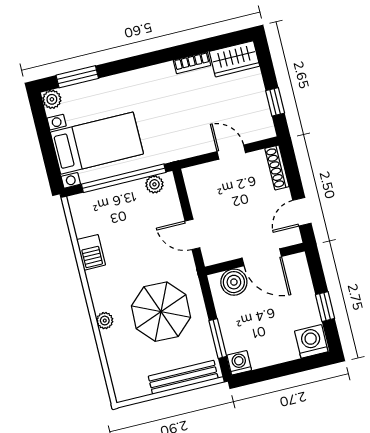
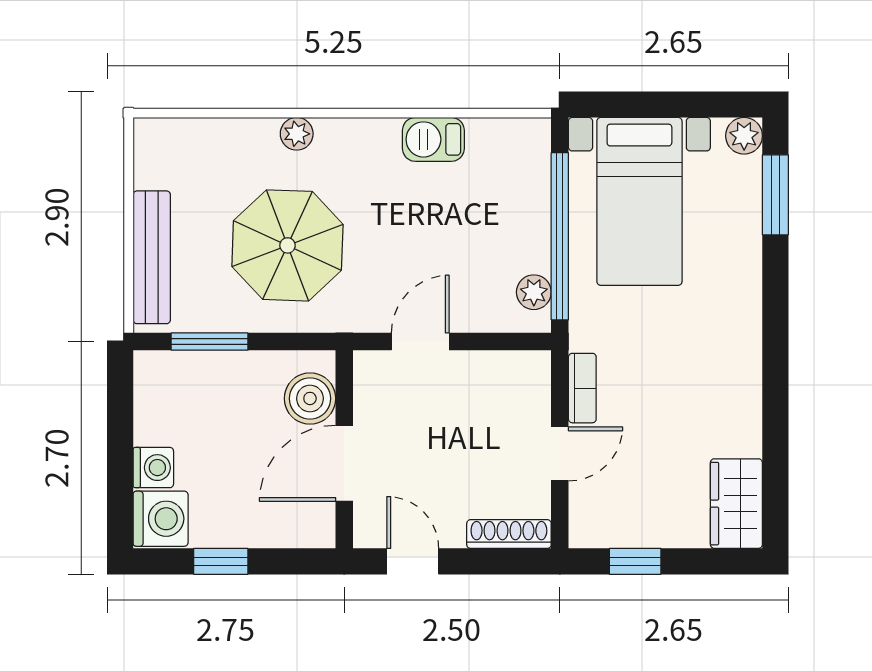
bookcase: (192, 63) -> (582, 388), moved, turned 180
washing machine: (239, 363) -> (153, 468), moved

